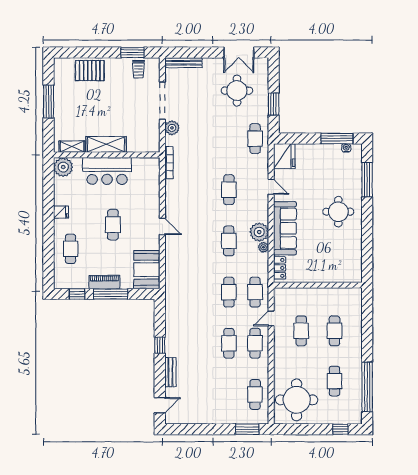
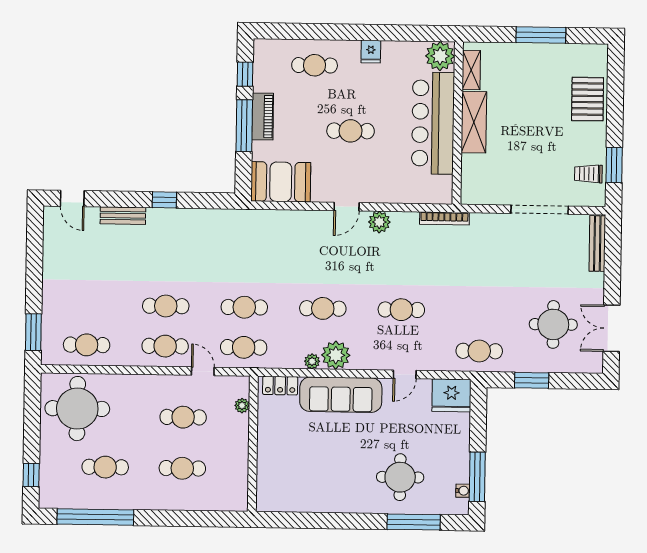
plant: (172, 128) -> (379, 222), moved
bar counter: (107, 171) -> (433, 123), width x1.36
round table: (338, 212) -> (400, 477), moved
plant: (293, 293) -> (242, 406), added

